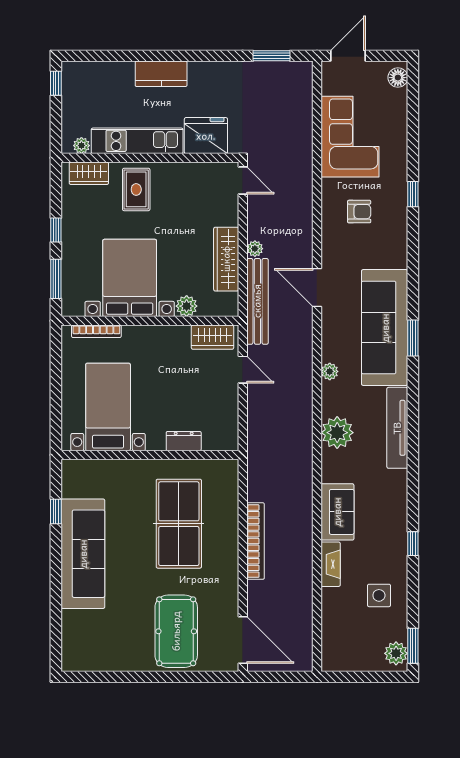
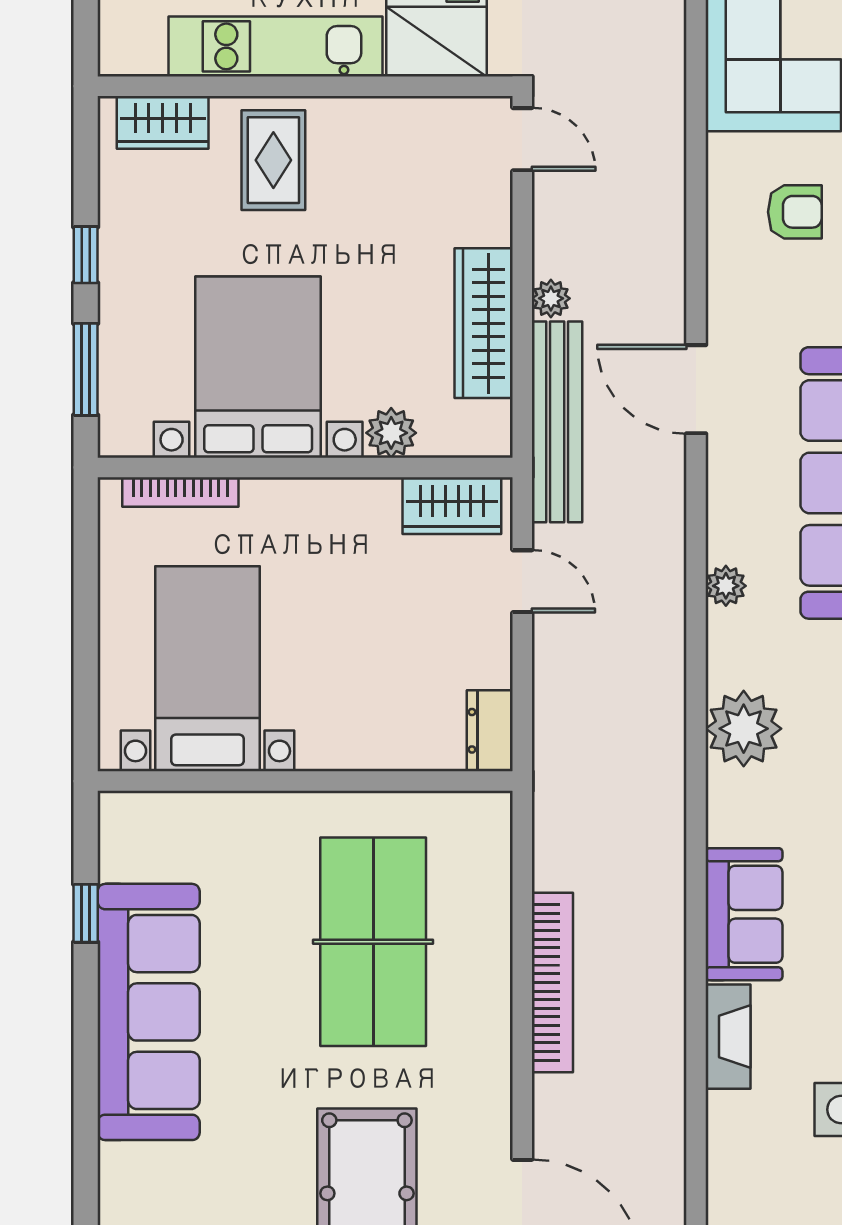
plant: (81, 146) -> (145, 57), removed
dresser: (184, 441) -> (490, 731), moved, turned -90

